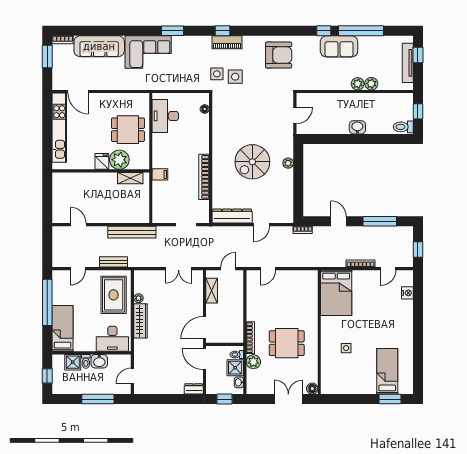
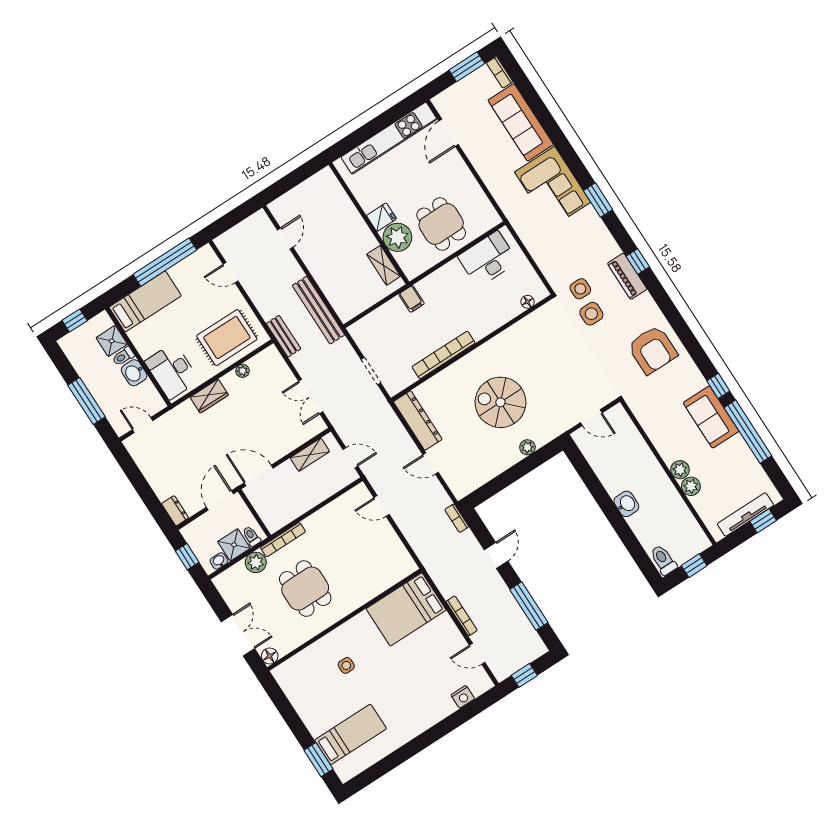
bench: (113, 262) -> (283, 336), moved
wardrobe: (141, 321) -> (209, 396), width x0.67

